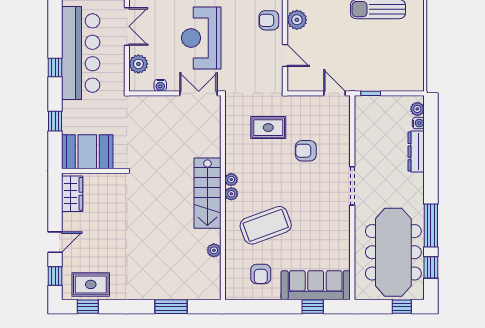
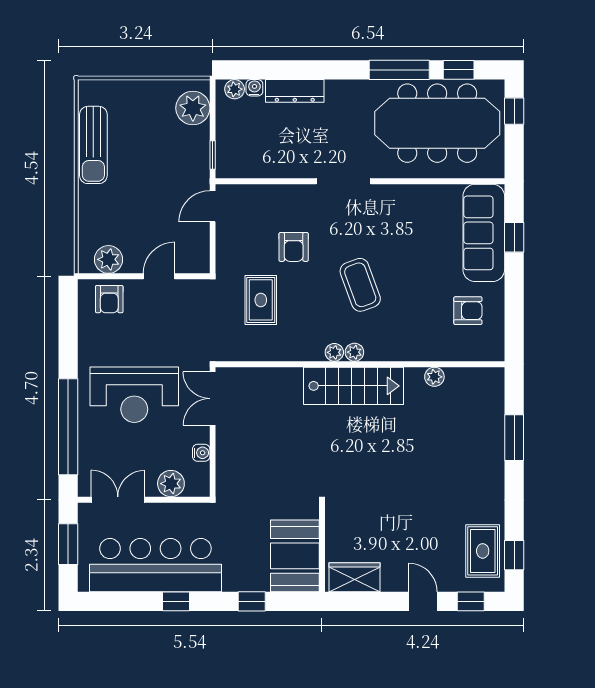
plant: (404, 79) -> (193, 108), added
coffee table: (266, 225) -> (360, 285), moved, width x0.73, depth x0.76

